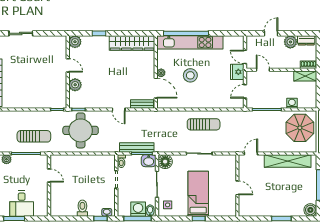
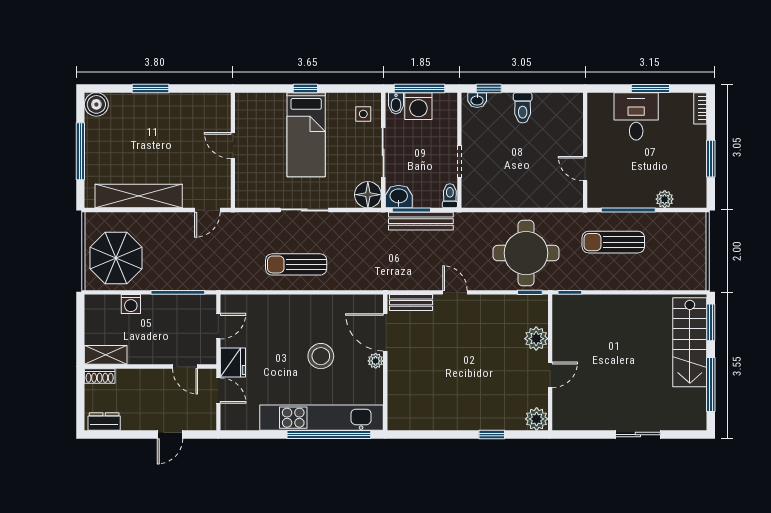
plant: (290, 42) -> (134, 419), removed
wardrobe: (132, 43) -> (430, 417), removed
door: (68, 65) -> (550, 375), swing flipped

